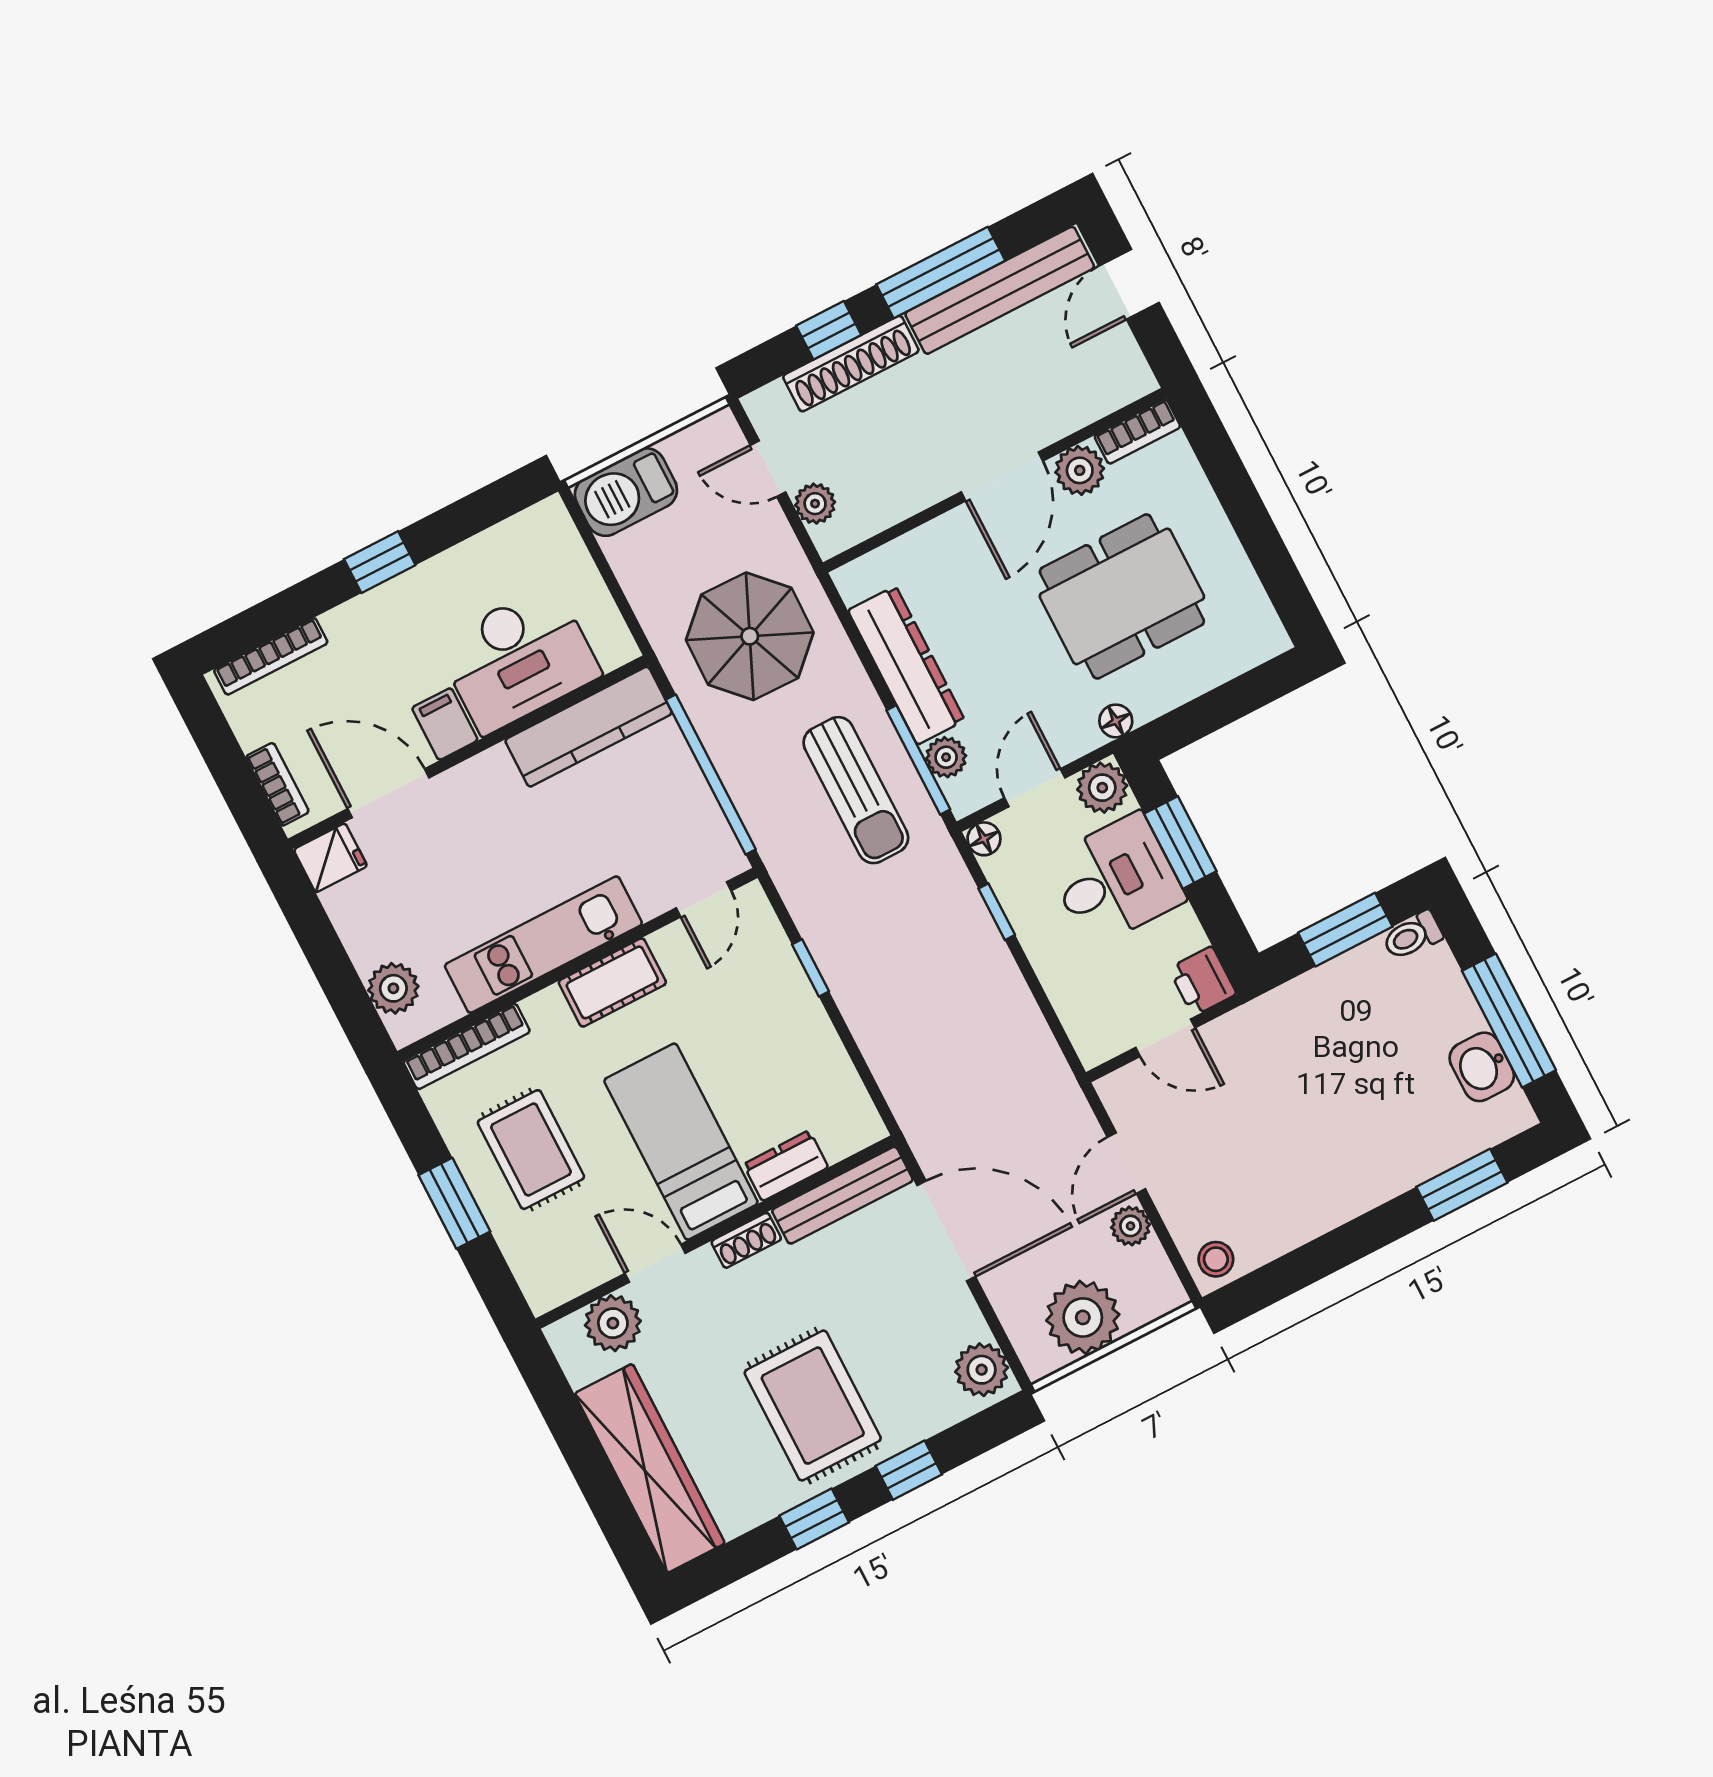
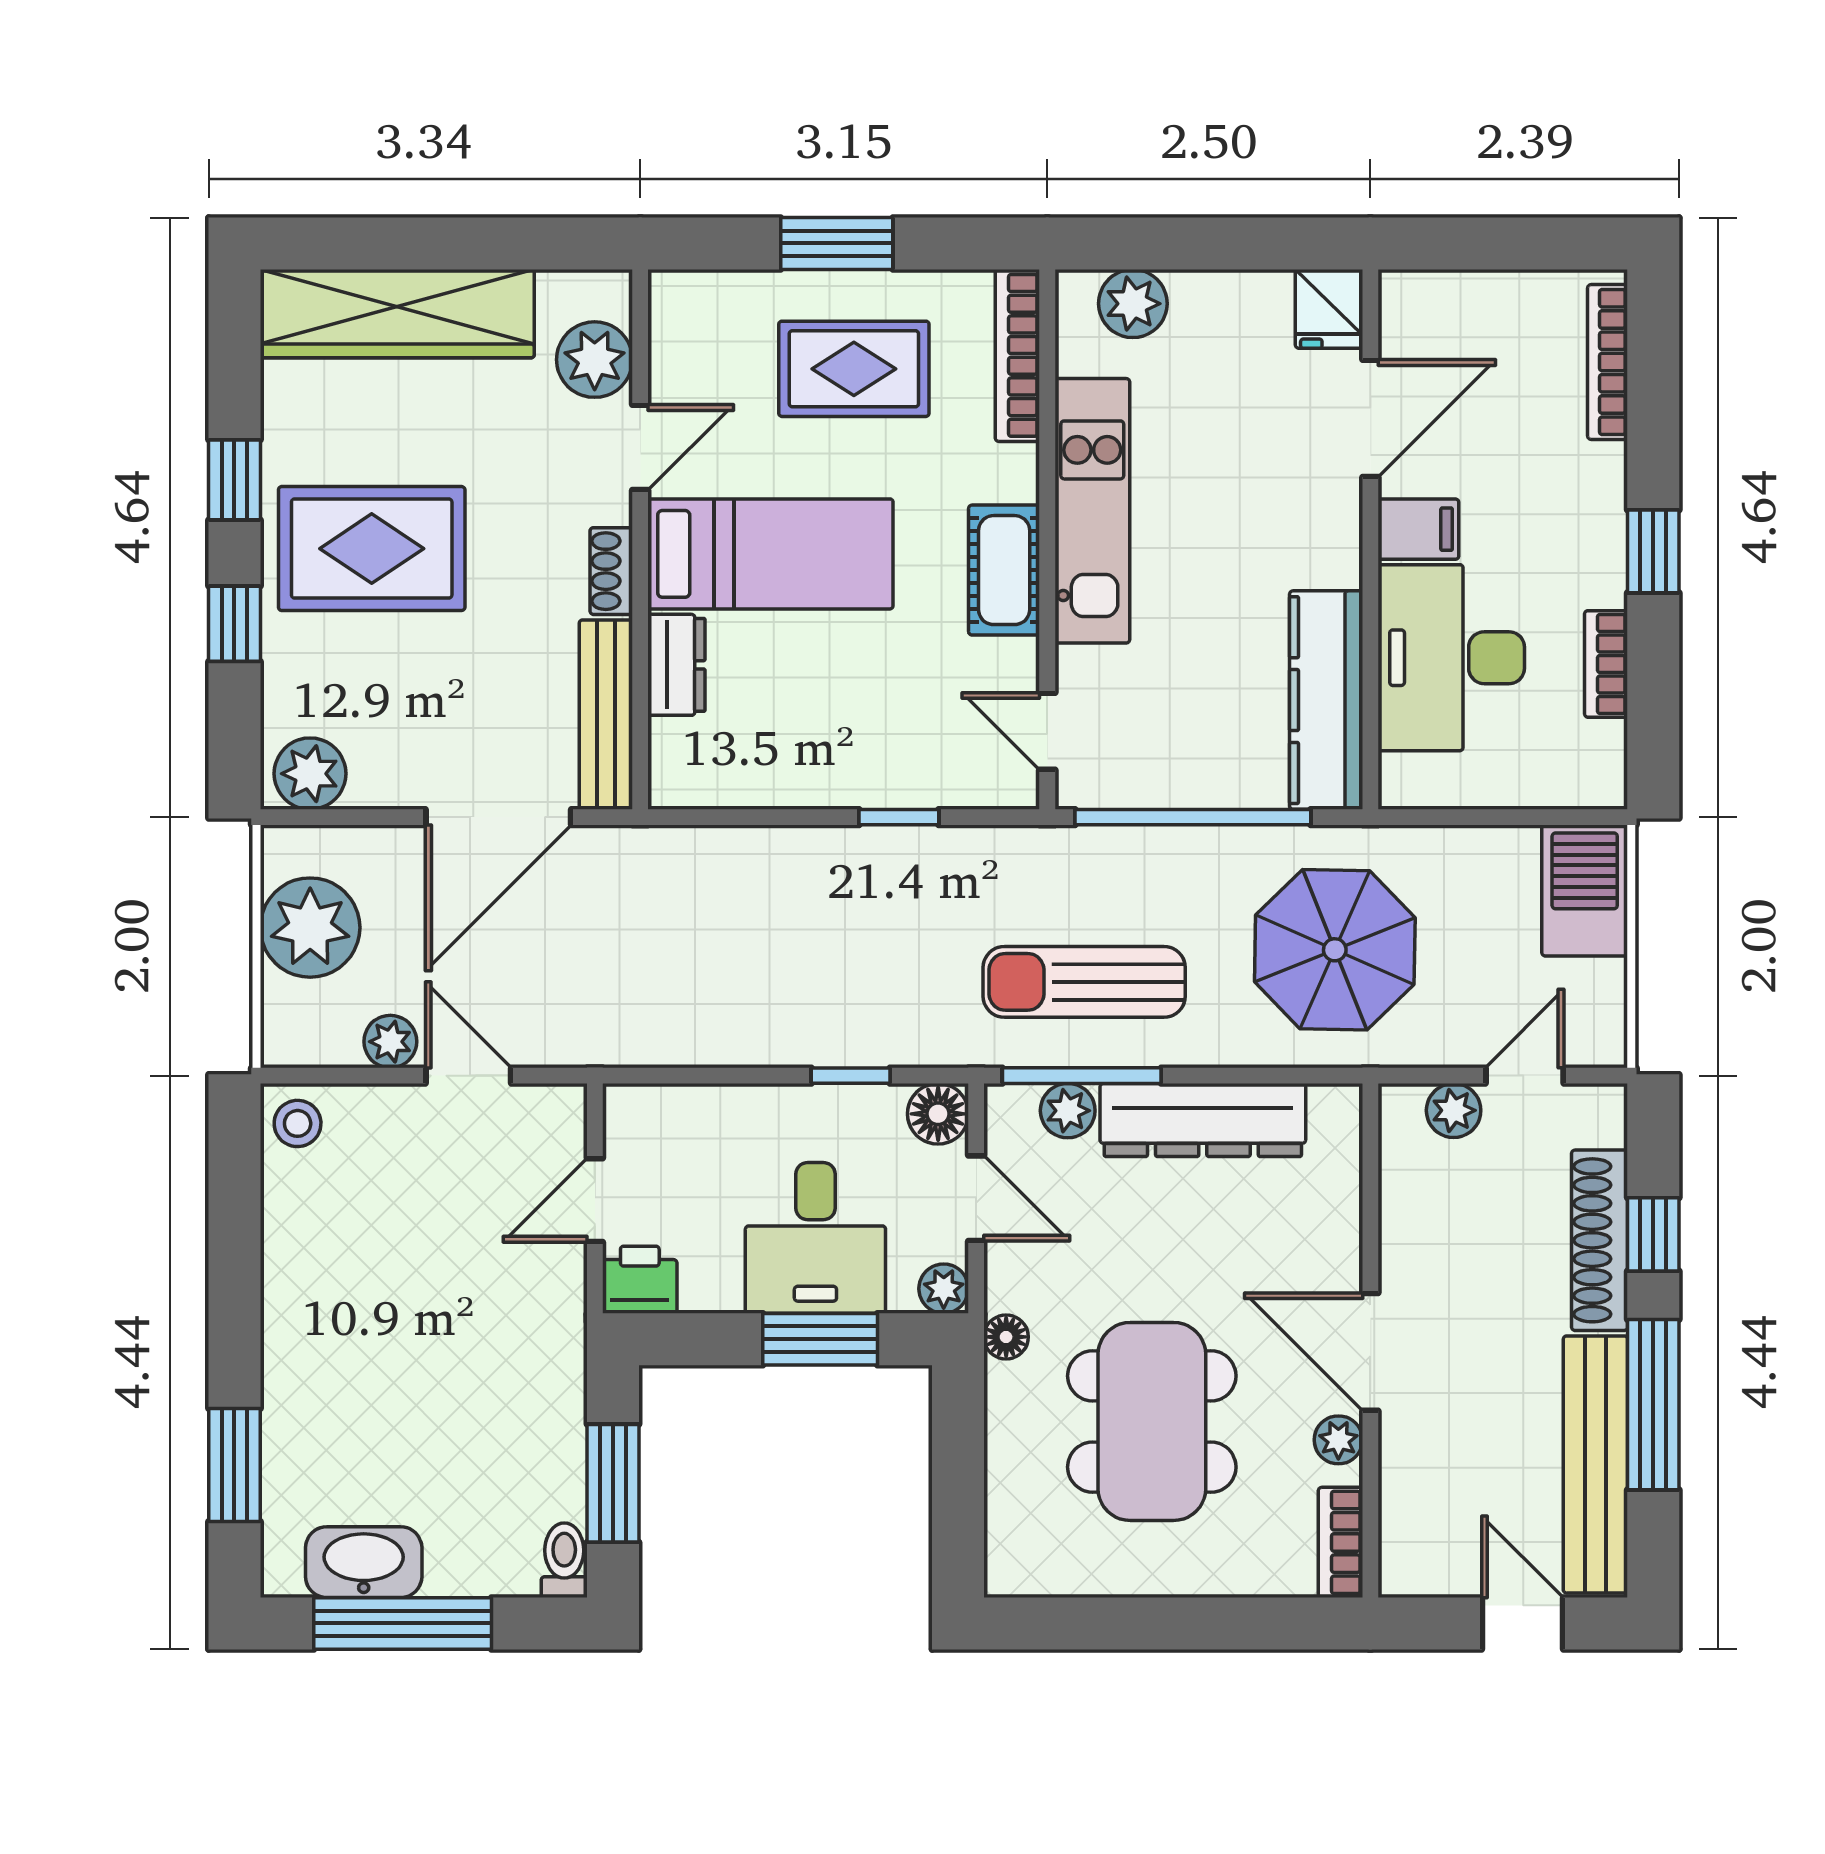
plant: (1080, 470) -> (1338, 1440), width x0.73, depth x0.73
bookcase: (277, 784) -> (1606, 664), moved, turned 90
plant: (1102, 788) -> (944, 1289), width x0.73, depth x0.73
floor lamp: (984, 839) -> (938, 1114), width x1.37, depth x1.37
washbasin: (1482, 1067) -> (364, 1562), width x1.38

